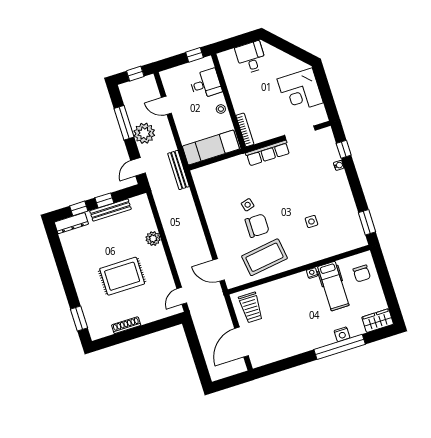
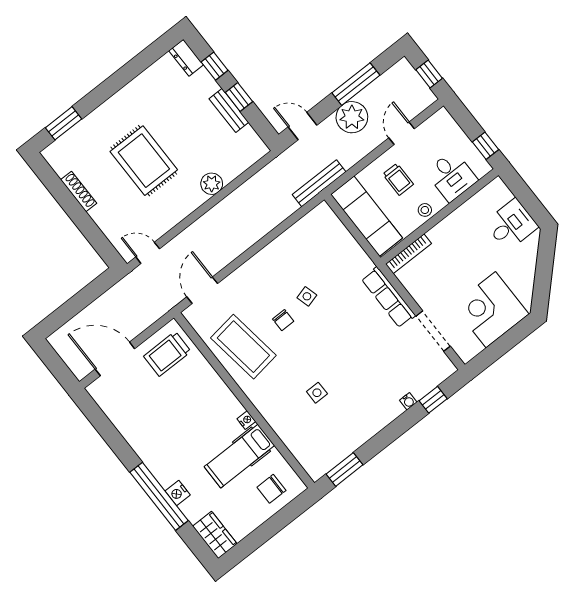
trolley: (195, 119) -> (398, 179), added
bench: (110, 210) -> (229, 110), width x0.73
dresser: (71, 223) -> (186, 58), width x0.70
chair: (257, 226) -> (283, 320), width x0.54, depth x0.54

